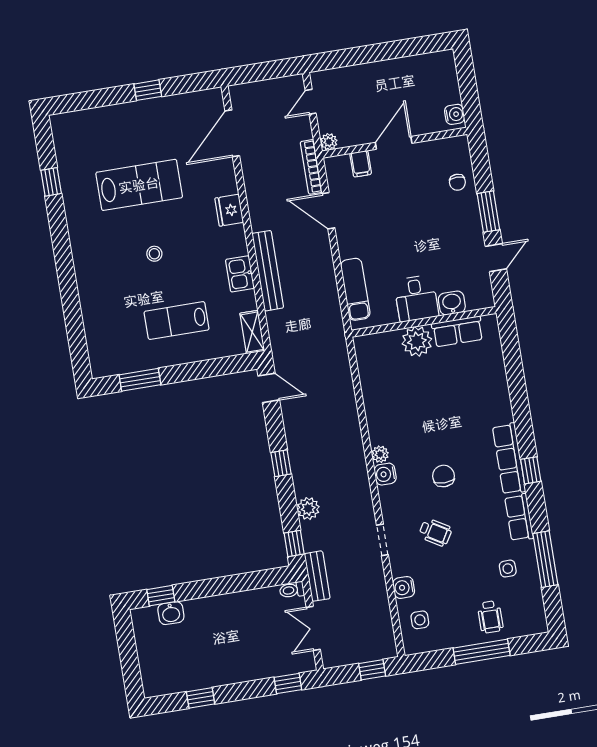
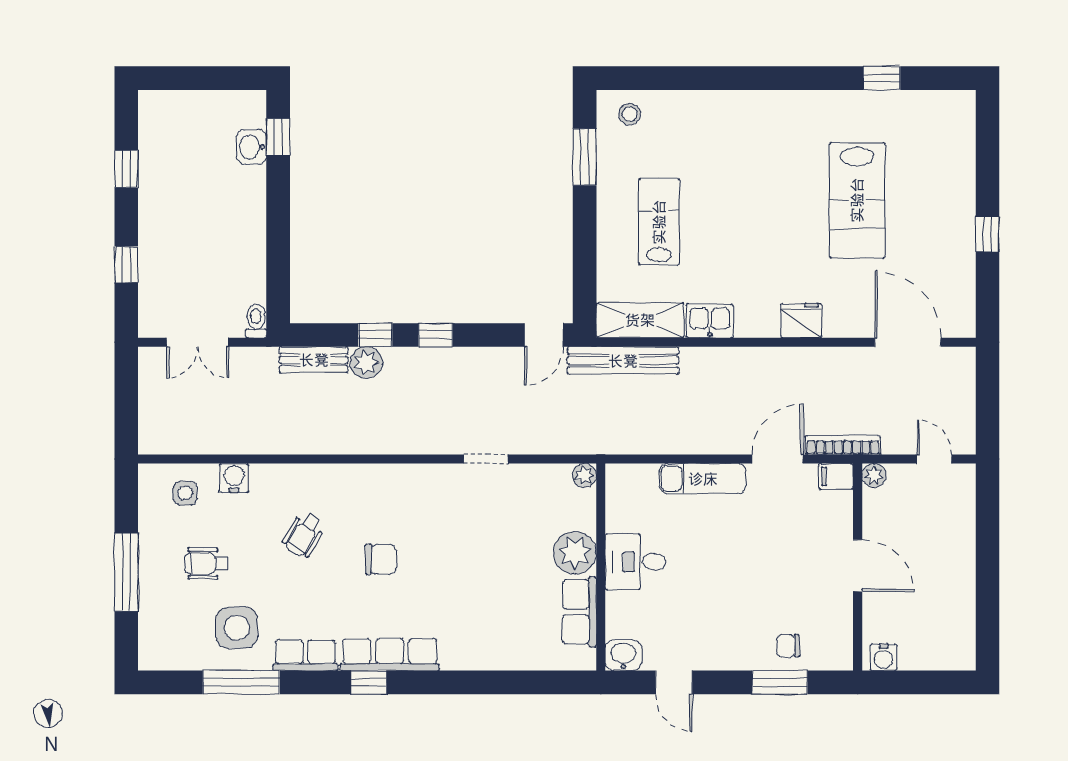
filing cabinet: (361, 164) -> (836, 476), moved
window: (488, 212) -> (780, 682), moved
stool: (154, 254) -> (630, 114), moved
bench: (268, 271) -> (623, 361), moved
exam couch: (355, 289) -> (703, 479), moved
washbasin: (452, 303) -> (623, 655), moved, turned -90
shelving: (252, 332) -> (640, 320), width x1.50, depth x1.33
plant: (380, 454) -> (584, 475), moved
water cooler: (385, 474) -> (397, 478), removed
doorway: (382, 540) -> (486, 459), moved
window: (294, 544) -> (375, 335), moved
side table: (508, 569) -> (237, 628), width x1.87, depth x1.87
bench: (317, 576) -> (314, 360), moved
wheelchair: (490, 617) -> (206, 564), moved
double door: (313, 628) -> (198, 342), swing flipped
window: (372, 670) -> (126, 415), removed
window: (288, 683) -> (126, 264), moved

